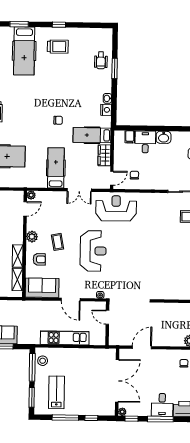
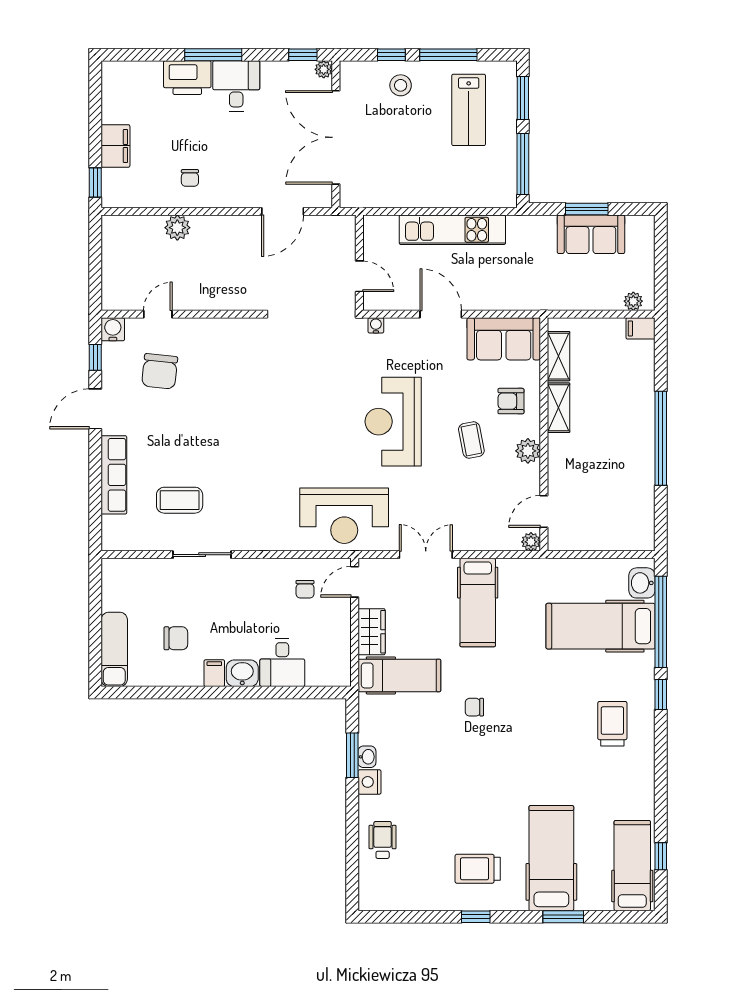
window: (115, 68) -> (352, 755), moved
nightstand: (106, 110) -> (370, 782), moved
filing cabinet: (130, 137) -> (214, 673), moved
stool: (43, 361) -> (401, 85), moved
window: (160, 419) -> (213, 55), moved

